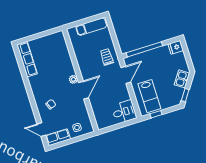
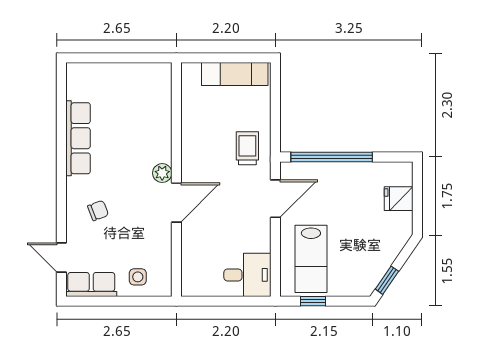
fridge: (176, 47) -> (399, 199), moved
row of seats: (27, 59) -> (78, 138), moved
kitchen sink: (182, 79) -> (391, 244), removed

